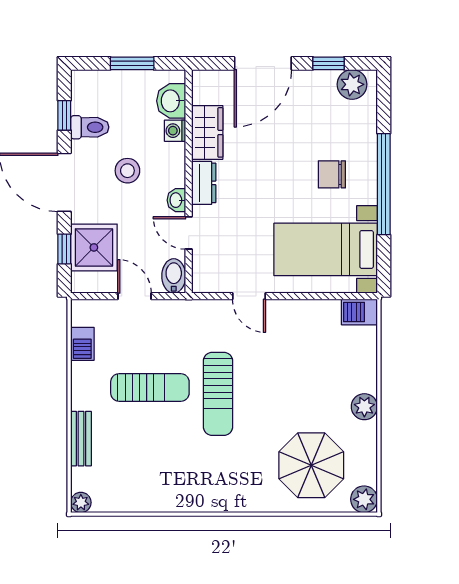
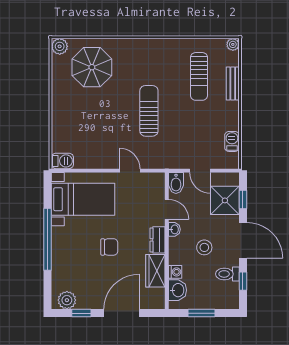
chair: (332, 174) -> (109, 247), moved
sun lounger: (150, 387) -> (199, 76), moved, turned -90
plant: (364, 407) -> (59, 103), removed

